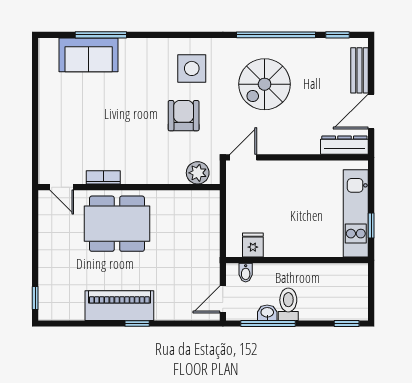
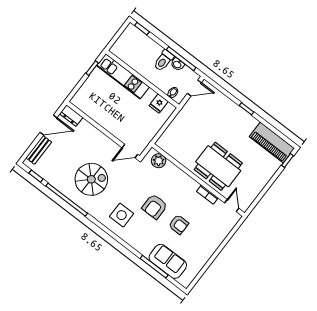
armchair: (111, 112) -> (179, 224), added
armchair: (184, 116) -> (155, 207), moved
dresser: (344, 145) -> (71, 116), width x0.70
kitchen unit: (356, 213) -> (123, 76), moved, turned 90
piano: (119, 306) -> (272, 142), moved

